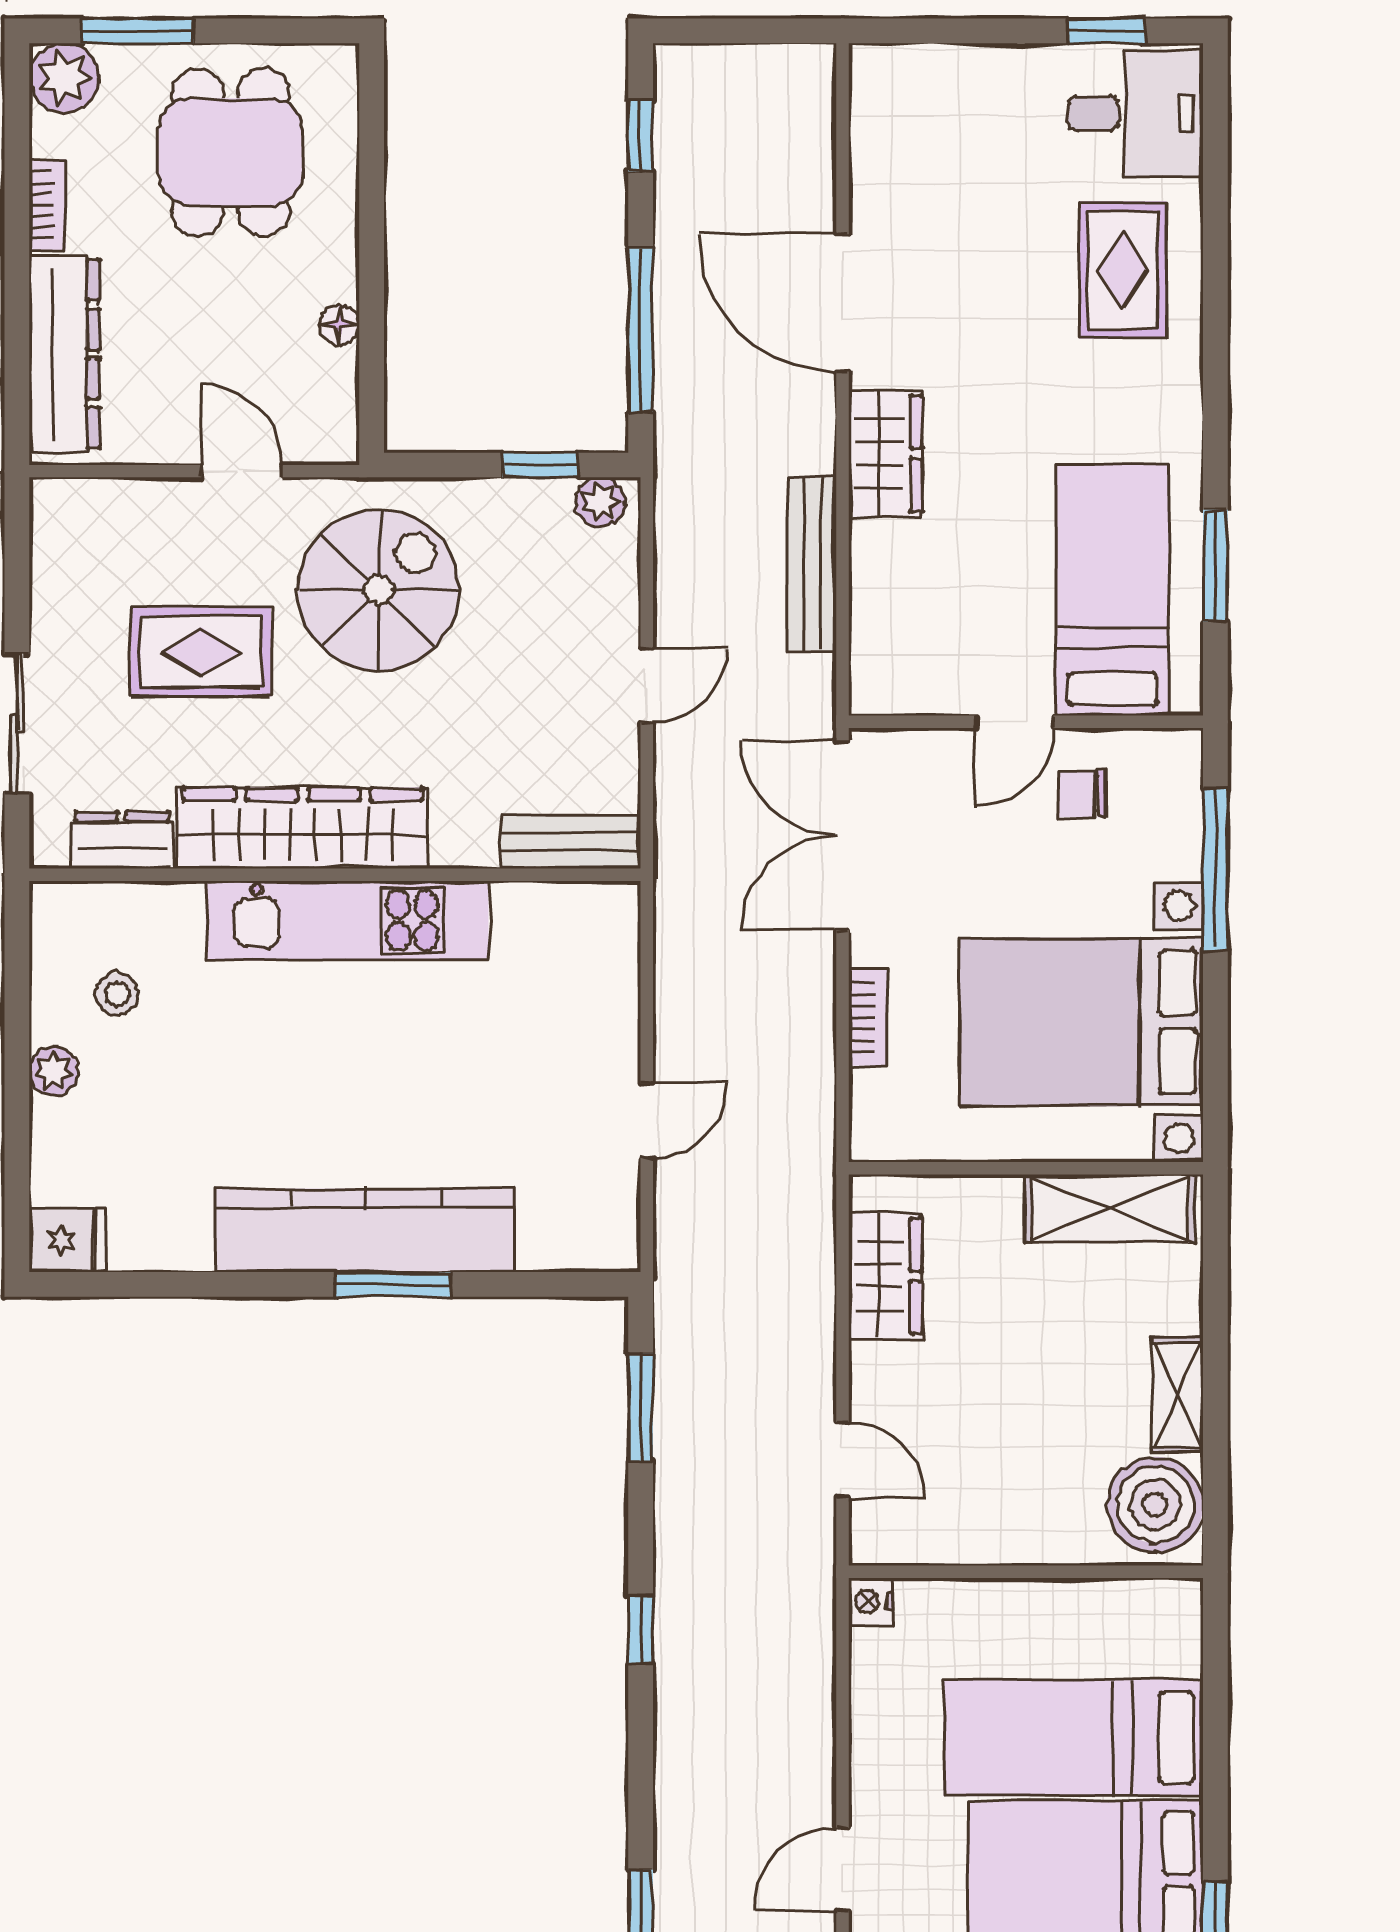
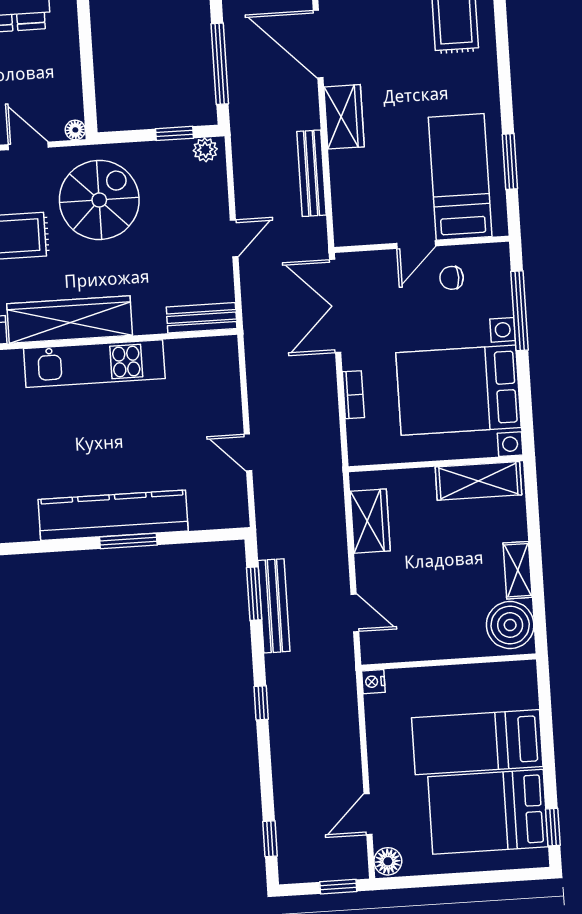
floor lamp: (339, 325) -> (75, 130), moved
door: (647, 1121) -> (248, 452), swing flipped
bench: (679, 1435) -> (274, 606), added

